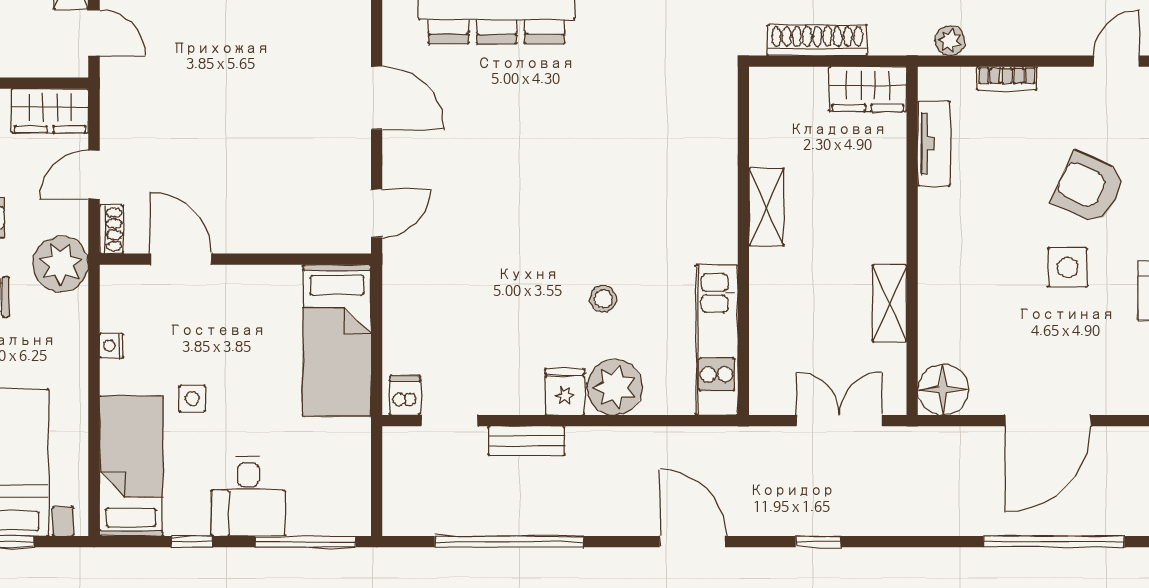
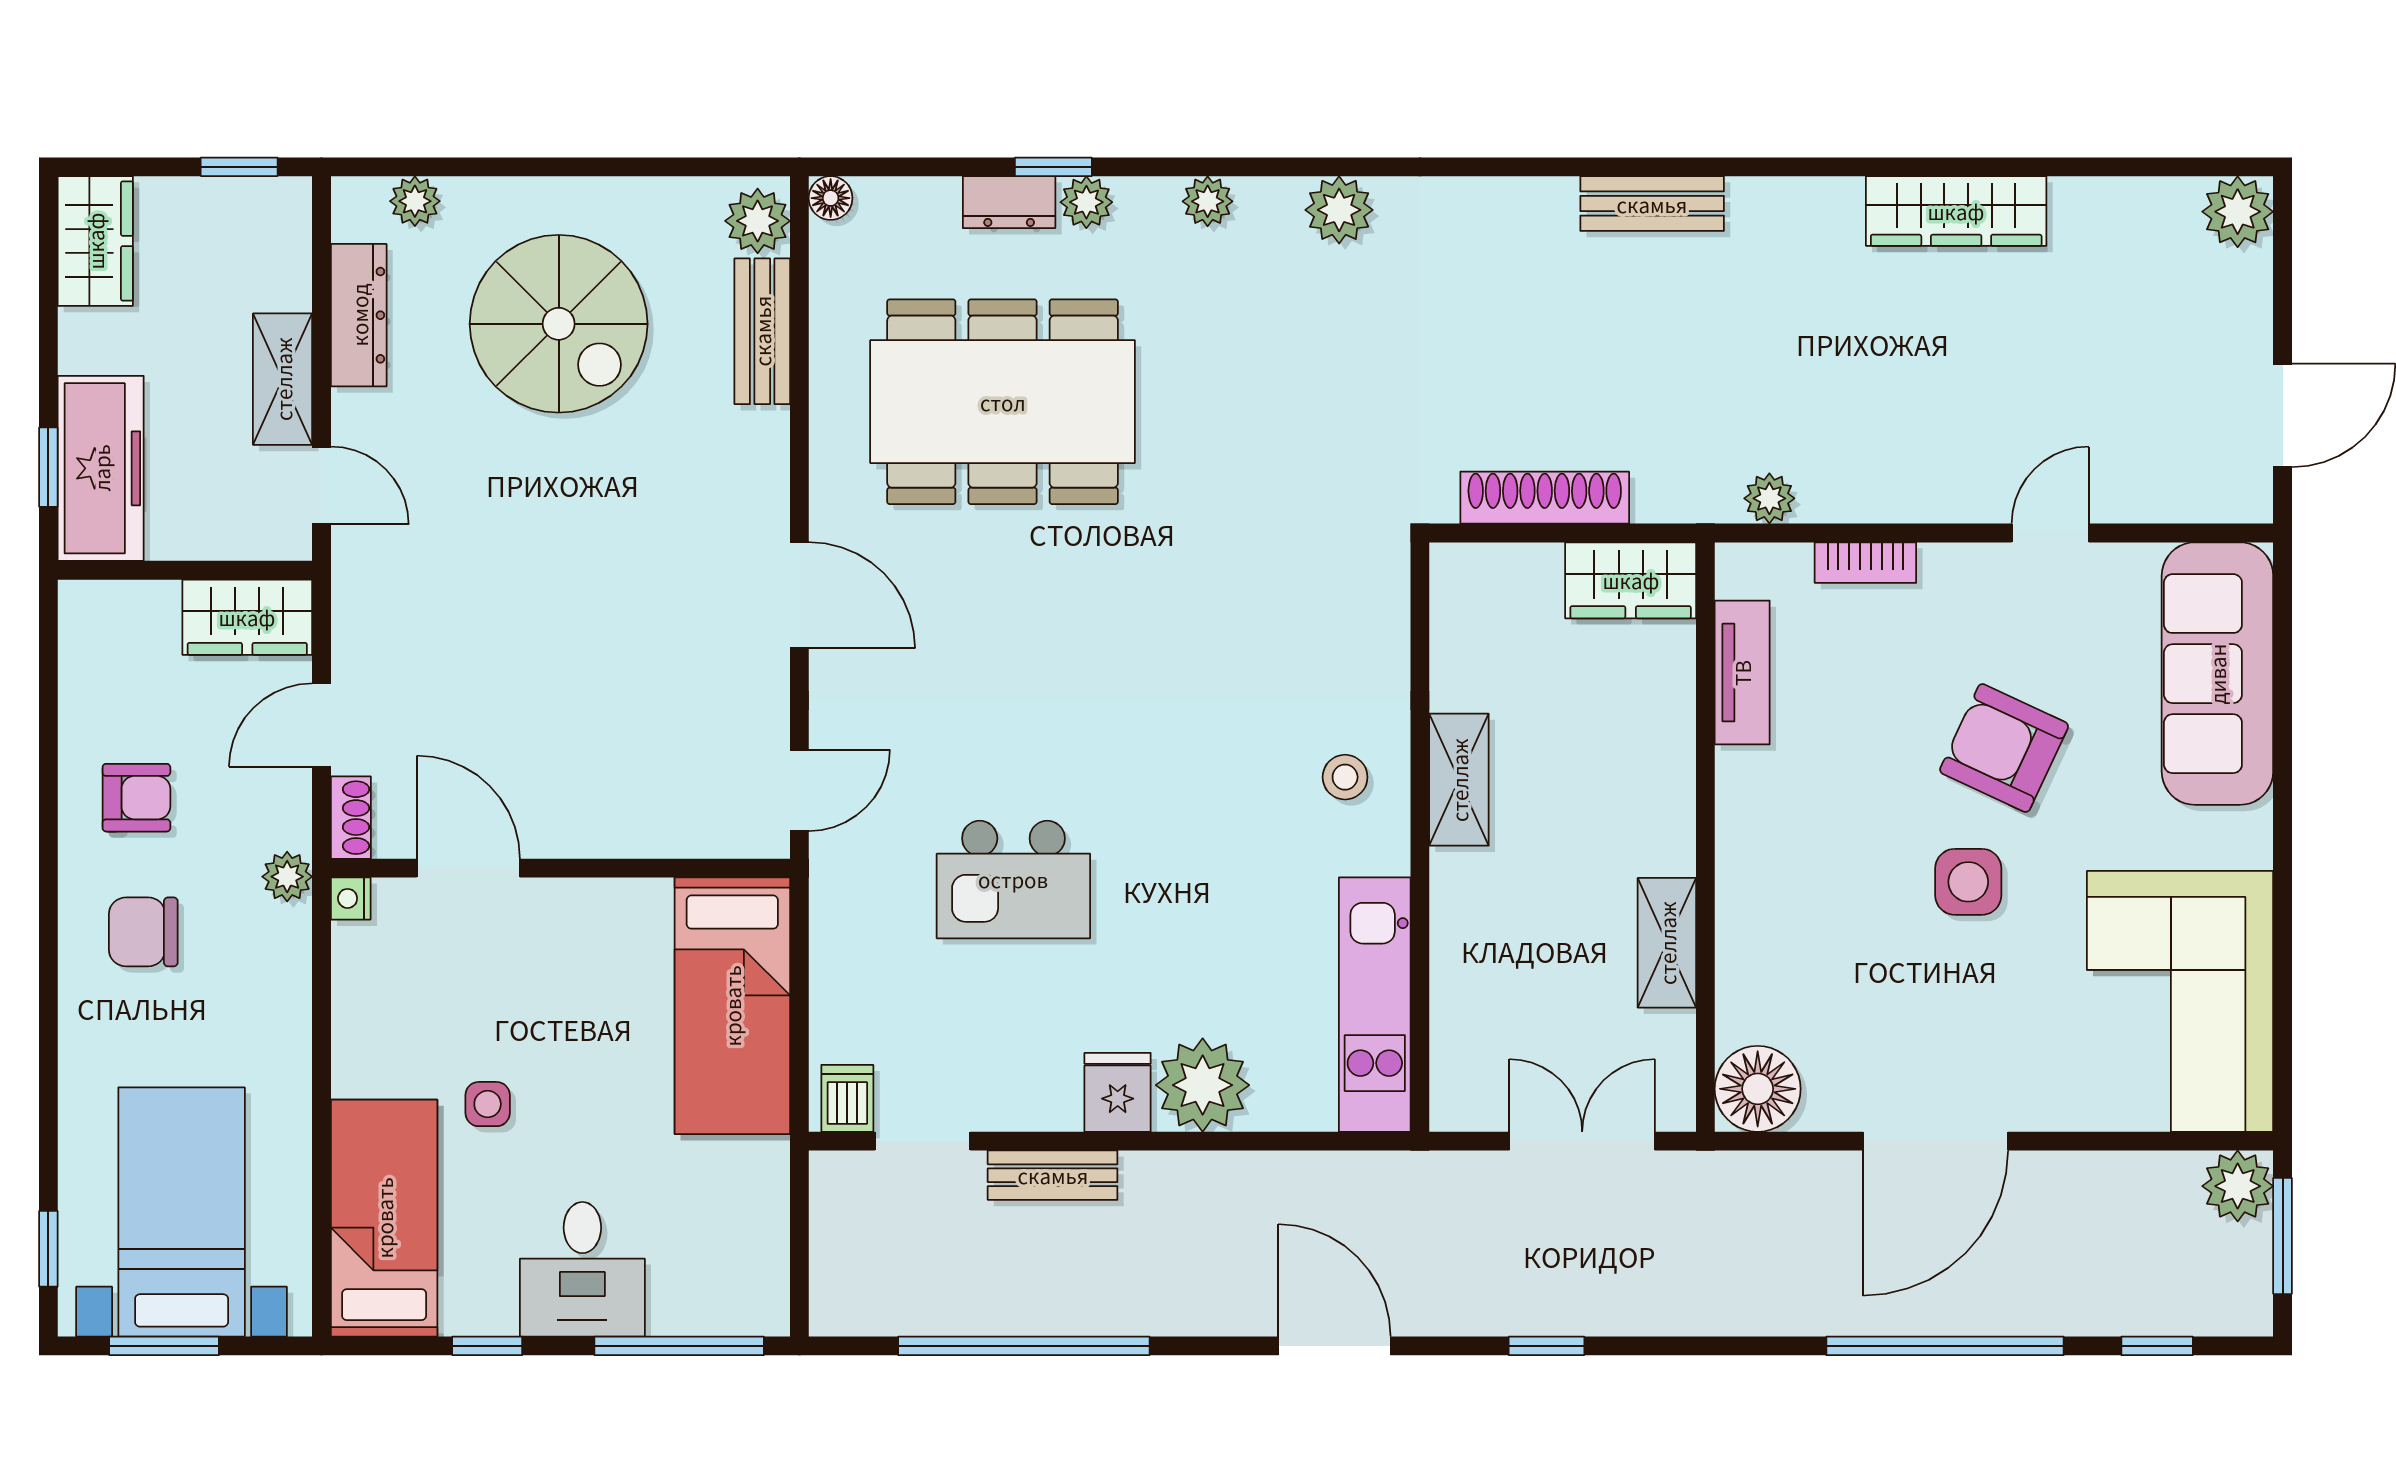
plant: (61, 264) -> (287, 877), width x0.53, depth x0.53
kitchen island: (503, 266) -> (1013, 879), added
stool: (603, 299) -> (1345, 777), moved
nightstand: (111, 346) -> (351, 898), moved

